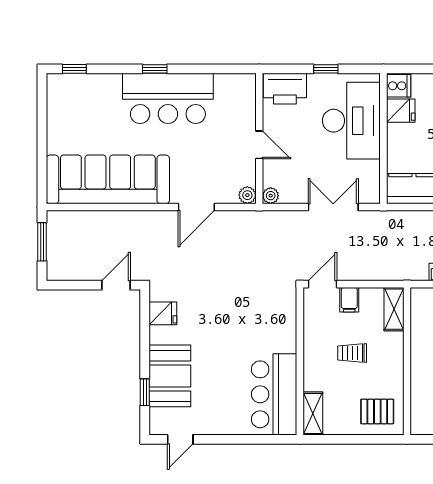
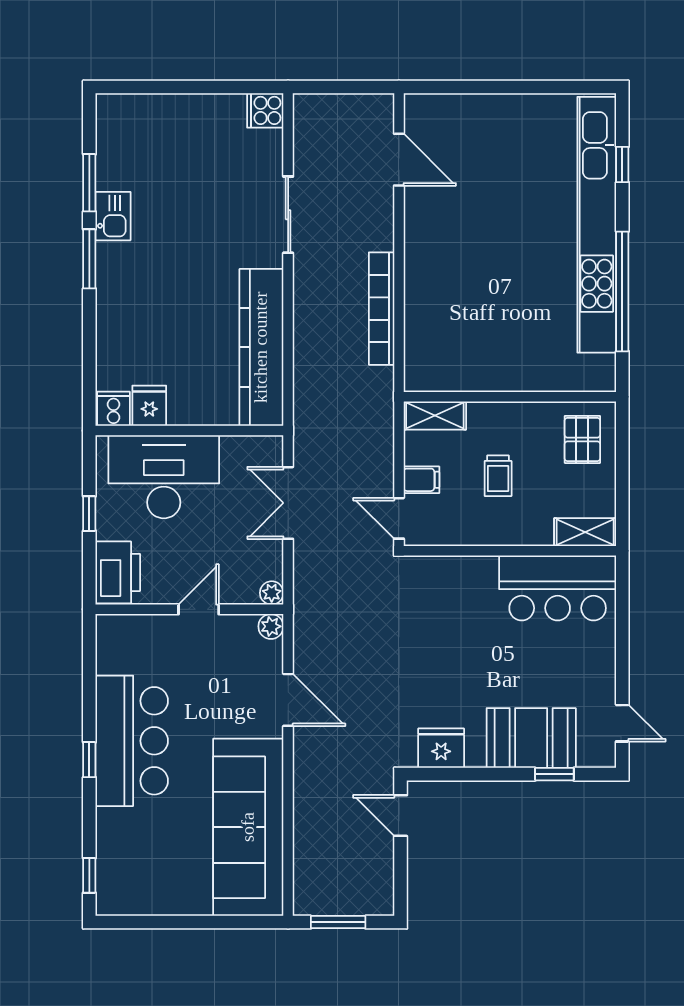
fridge: (163, 313) -> (441, 748), width x1.38

